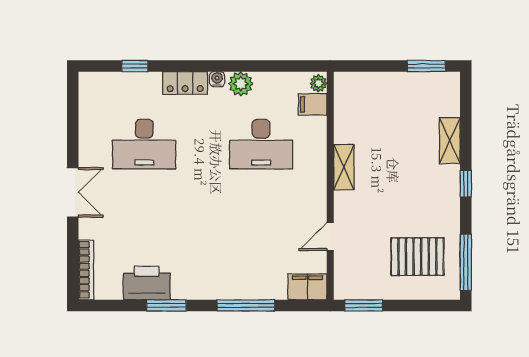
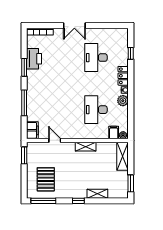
shelving: (365, 84) -> (123, 156), added

